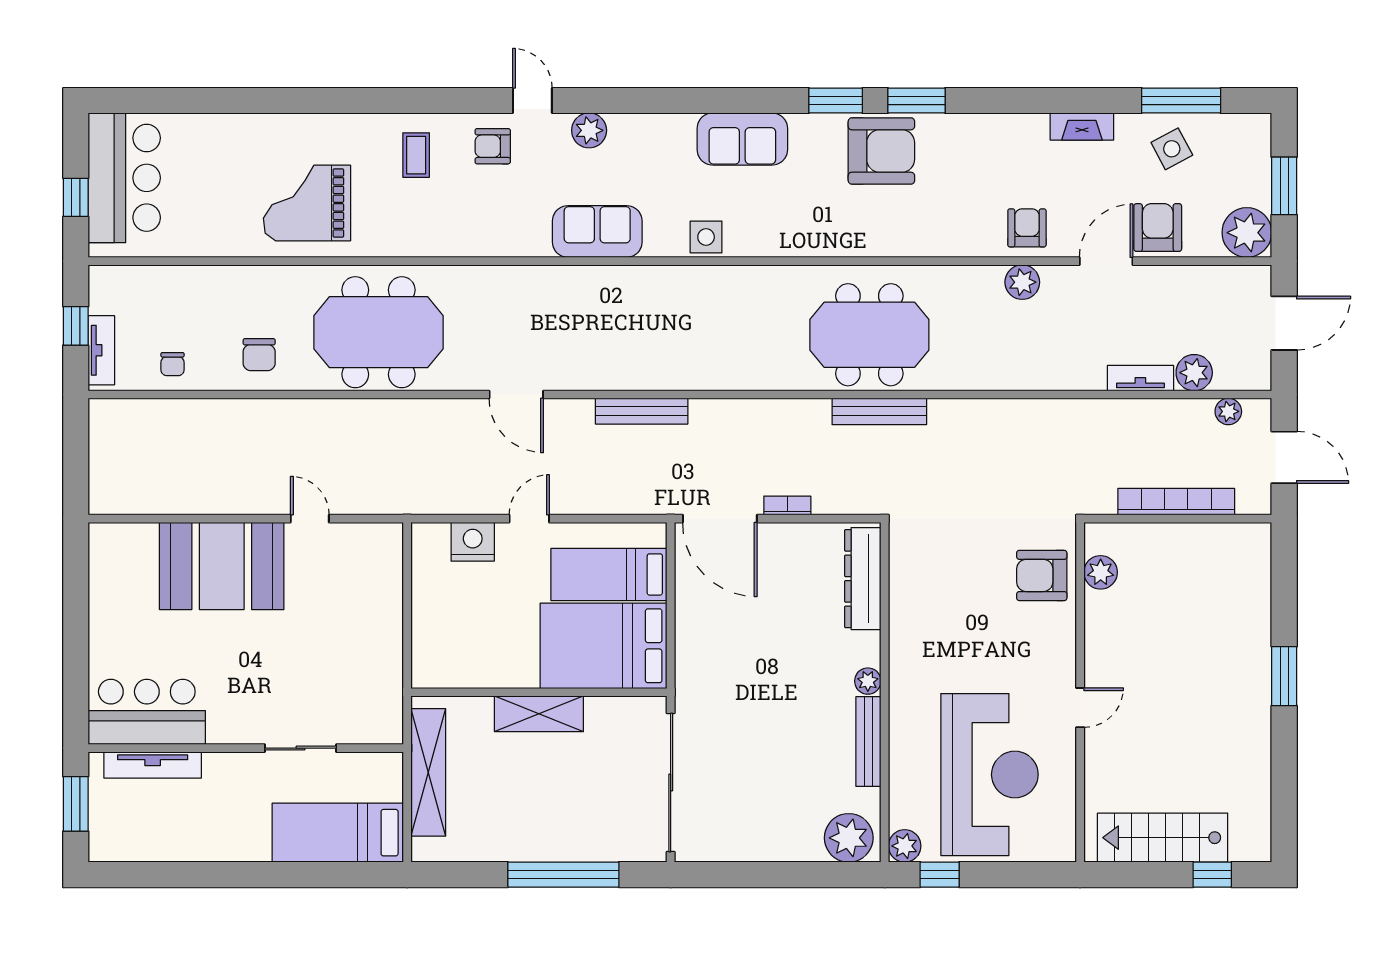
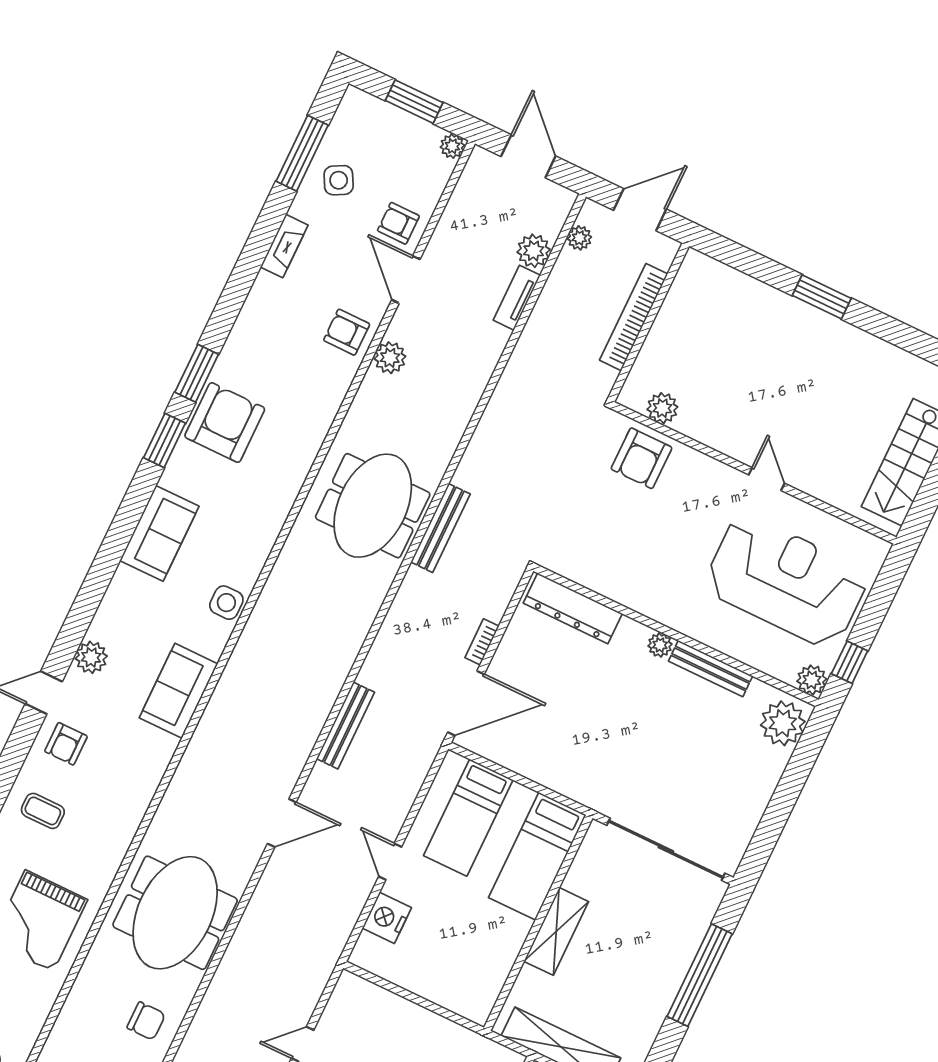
armchair: (1158, 228) -> (398, 223), width x0.72, depth x0.72
plant: (1247, 233) -> (452, 146), width x0.53, depth x0.53
bed: (604, 646) -> (537, 856), width x0.67

